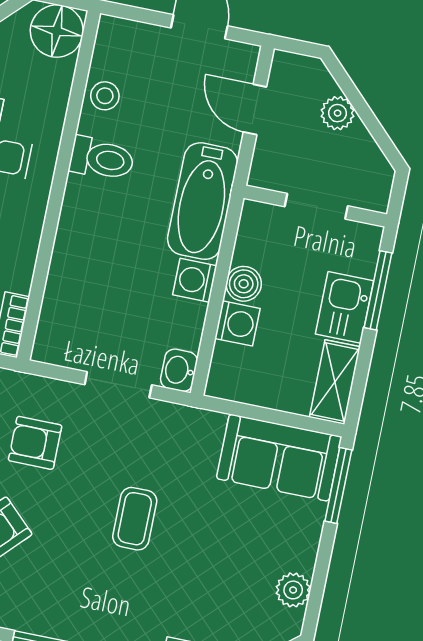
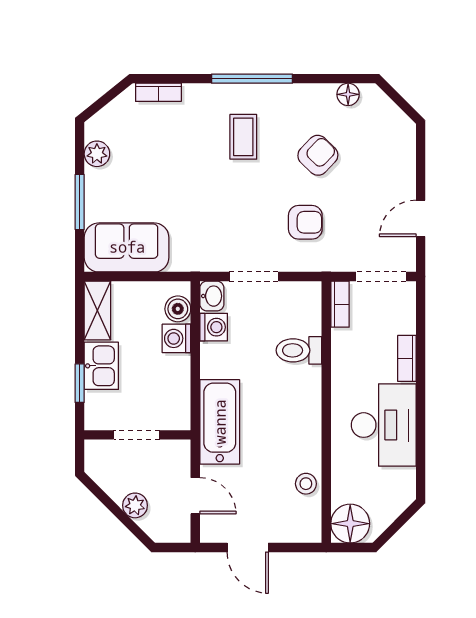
toilet: (102, 159) -> (299, 350), moved
washing machine: (195, 280) -> (214, 327), moved
boiler: (244, 284) -> (178, 309), moved
window: (378, 290) -> (80, 383), width x0.67
window: (338, 486) -> (80, 202), moved
coffee table: (135, 519) -> (243, 137), moved

